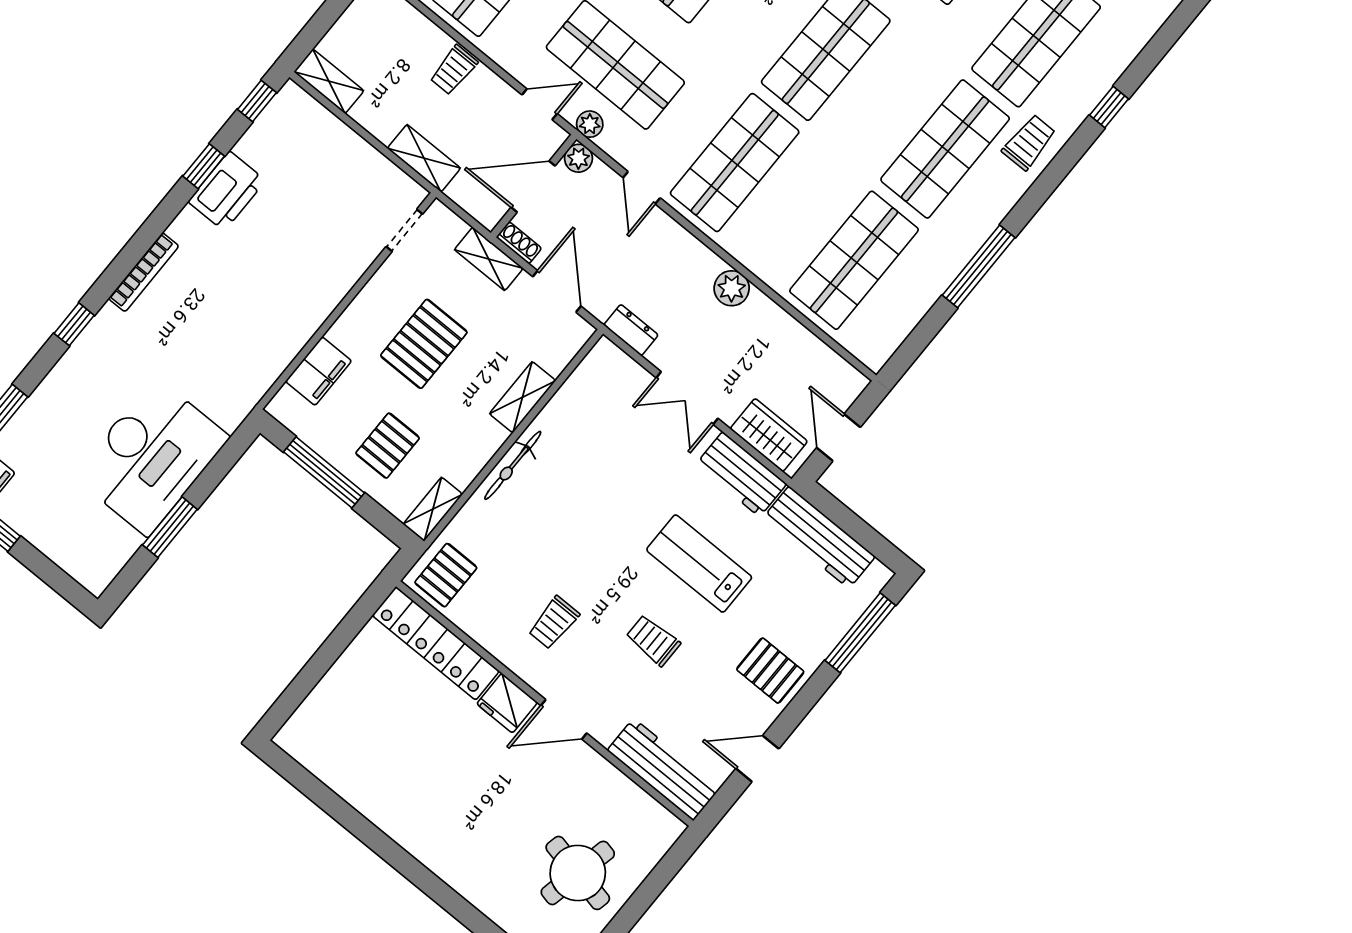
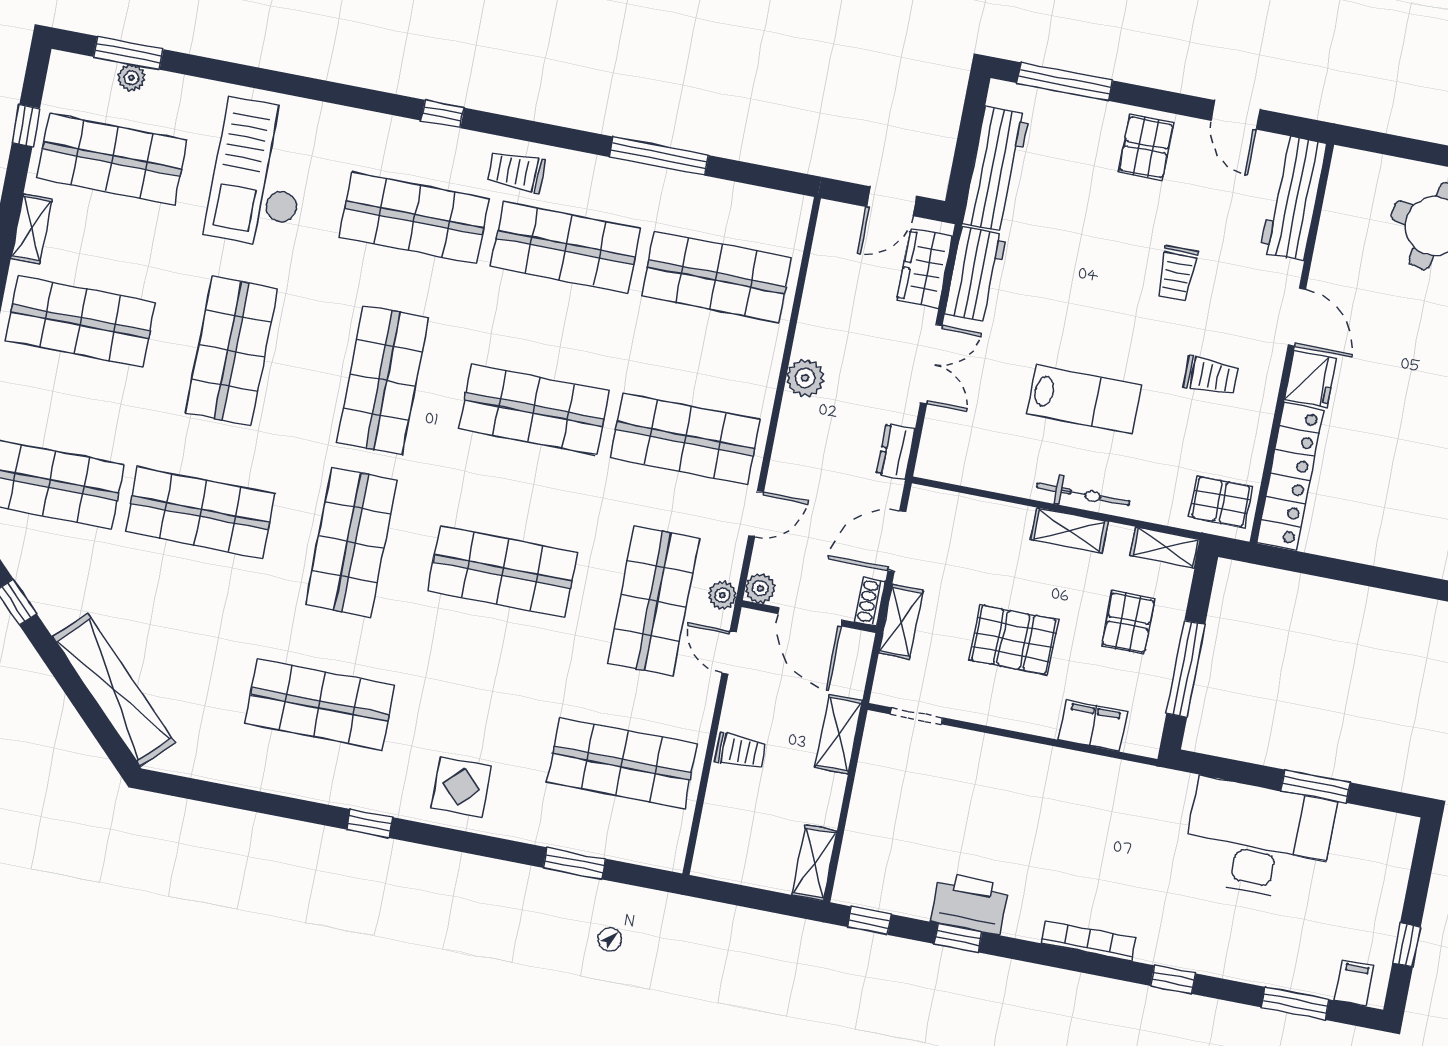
shelving: (523, 397) -> (1069, 531), moved
pallet: (388, 446) -> (1128, 622), turned 90
lab bench: (699, 564) -> (1084, 399), moved, turned -90

